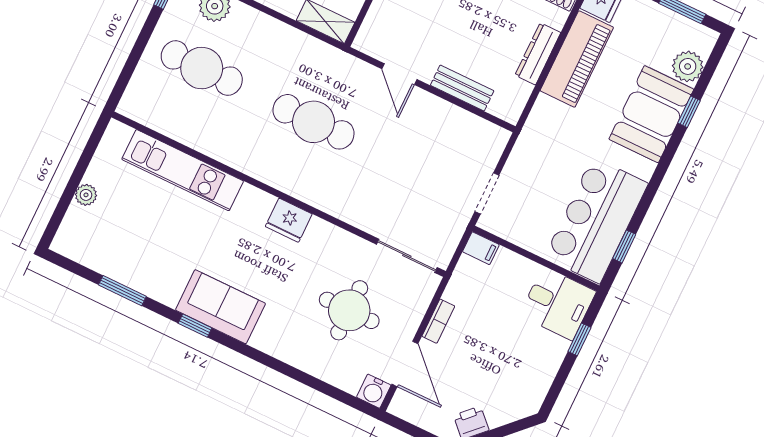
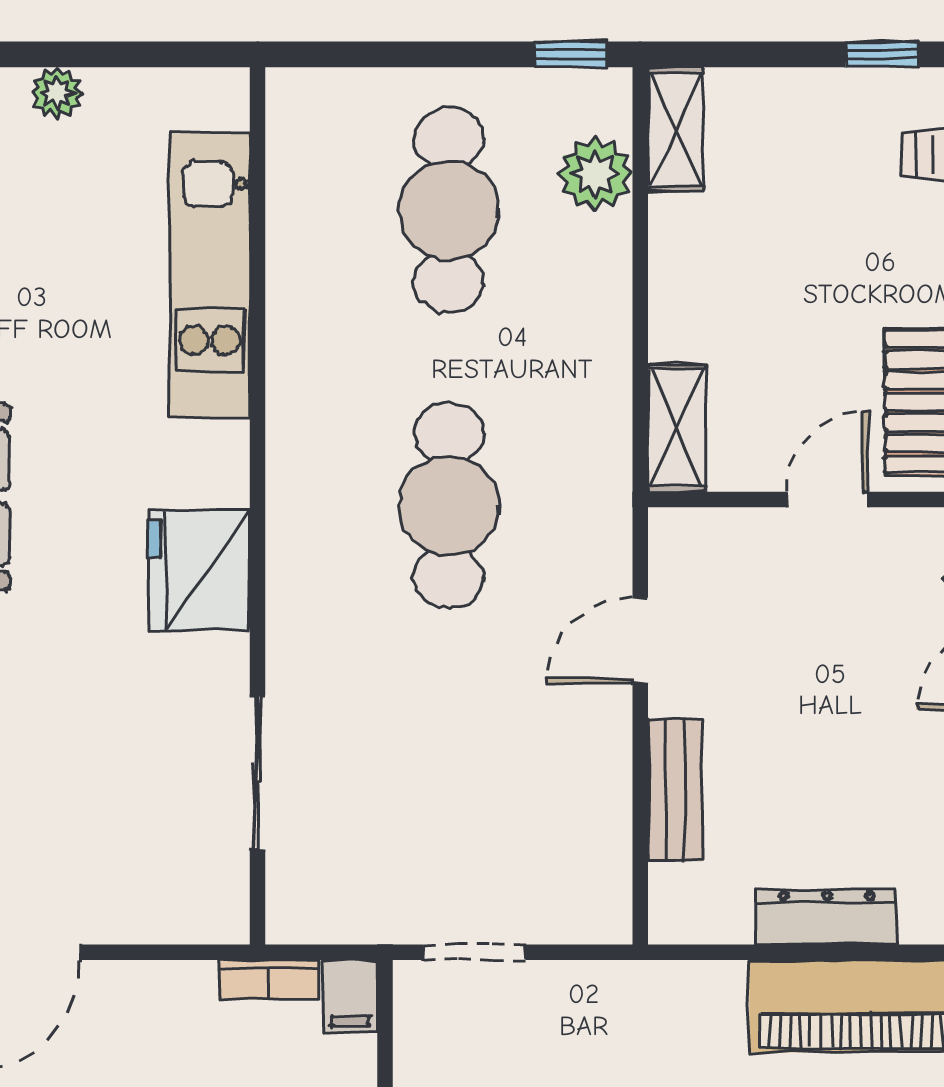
fridge: (289, 220) -> (199, 570), width x1.36, depth x1.34
sliding door: (407, 256) -> (258, 772), moved
round table: (349, 310) -> (81, 777), removed
bookcase: (438, 321) -> (268, 980), moved

